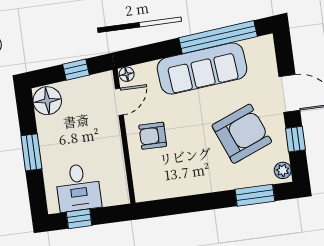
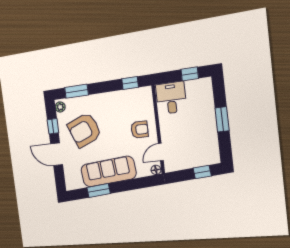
window: (218, 37) -> (99, 191), width x0.47
window: (76, 70) -> (202, 172), moved
floor lamp: (47, 101) -> (210, 154), removed
desk: (78, 187) -> (171, 98), moved
window: (168, 207) -> (130, 83), added

